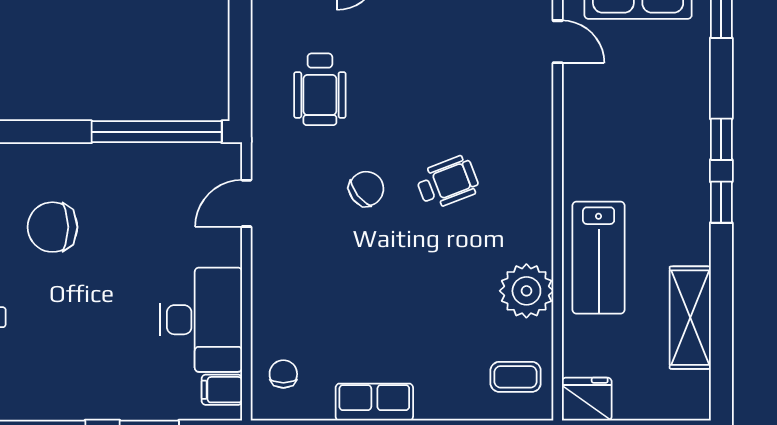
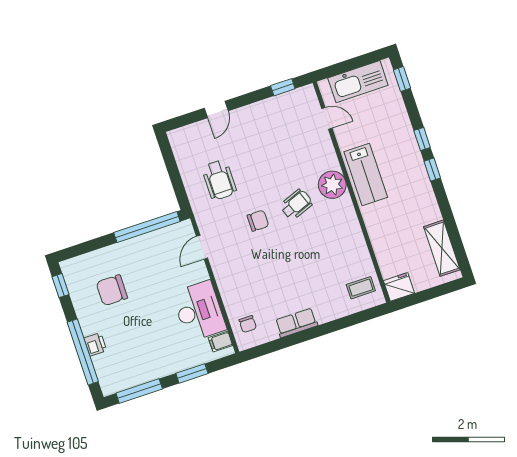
chair: (366, 189) -> (258, 221), turned 38
lab bench: (599, 258) -> (366, 174), moved
plant: (526, 291) -> (332, 185), moved
shelving: (690, 318) -> (442, 248), moved
chair: (283, 374) -> (248, 324), turned 180

